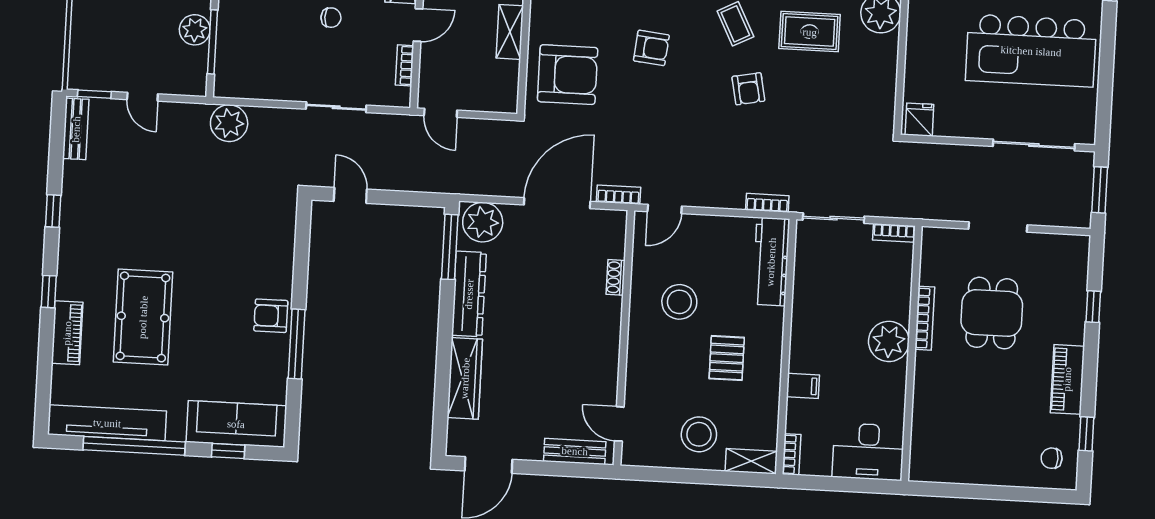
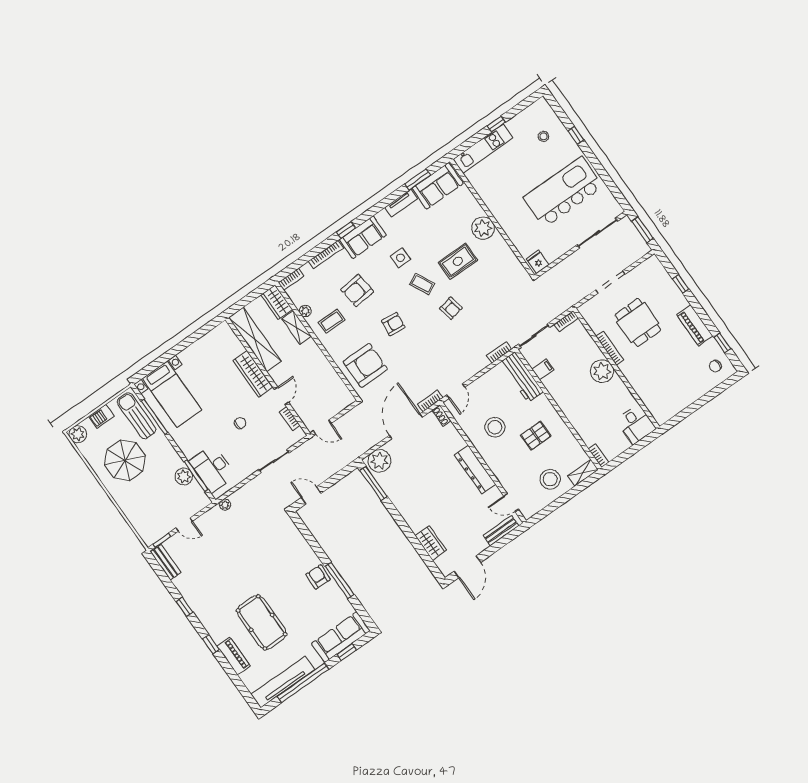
shelving: (510, 32) -> (325, 367), removed
desk: (243, 50) -> (212, 469), added
kitchen island: (1031, 51) -> (563, 192), turned 180
plant: (229, 123) -> (225, 505), width x0.53, depth x0.53
shoe rack: (616, 277) -> (442, 415), moved
dresser: (469, 294) -> (475, 470), moved, turned 180
armchair: (271, 316) -> (318, 577), turned 92
pallet: (727, 358) -> (536, 436), turned 90
wardrobe: (465, 378) -> (431, 543), width x0.67
filing cabinet: (803, 386) -> (543, 369), moved
desk: (868, 452) -> (636, 424), width x0.73

